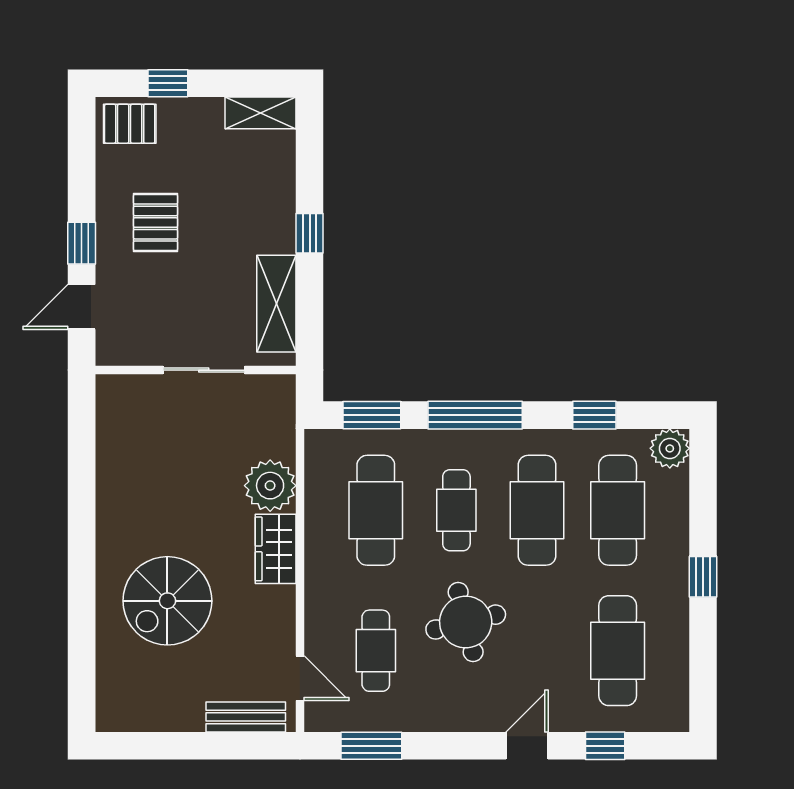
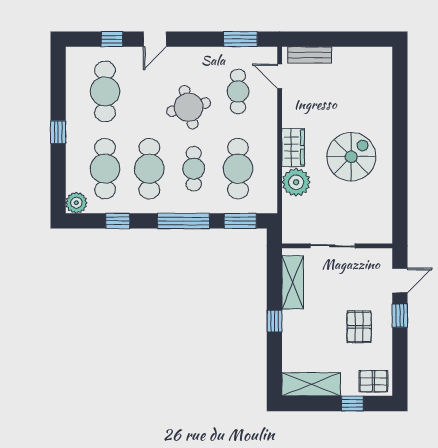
shelving: (260, 113) -> (311, 384), width x1.50, depth x1.33
spiral stairs: (167, 601) -> (351, 157), moved

